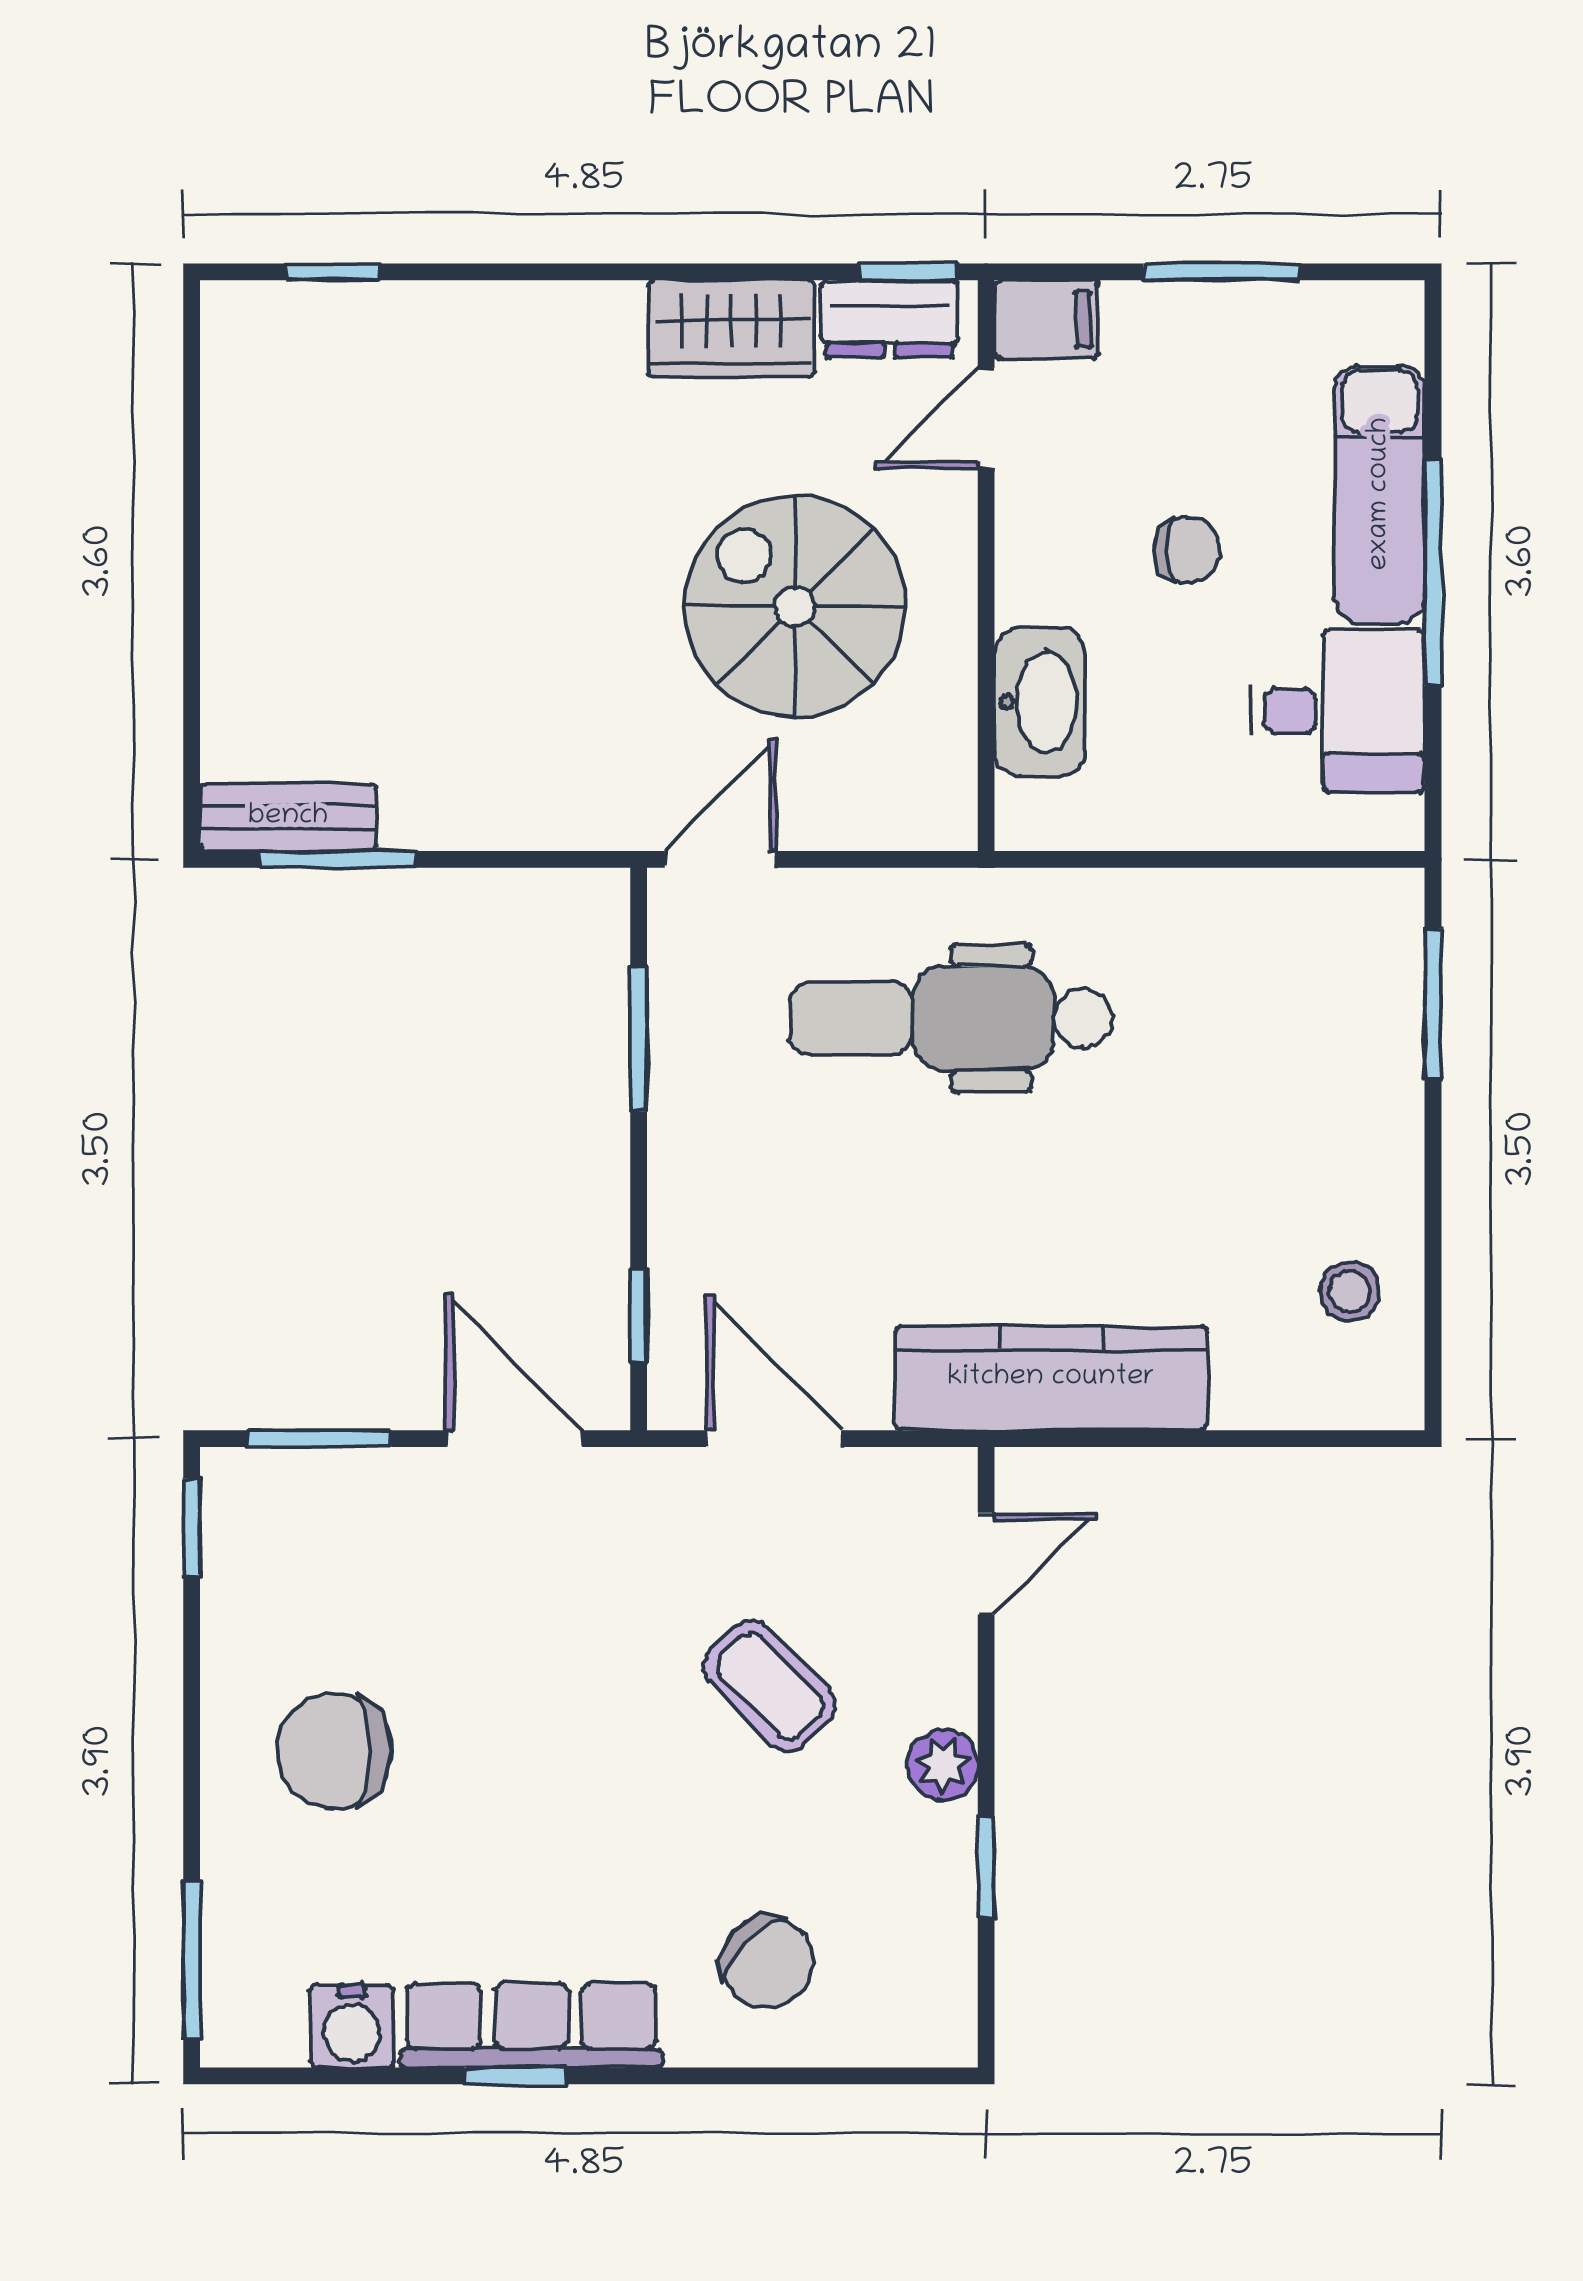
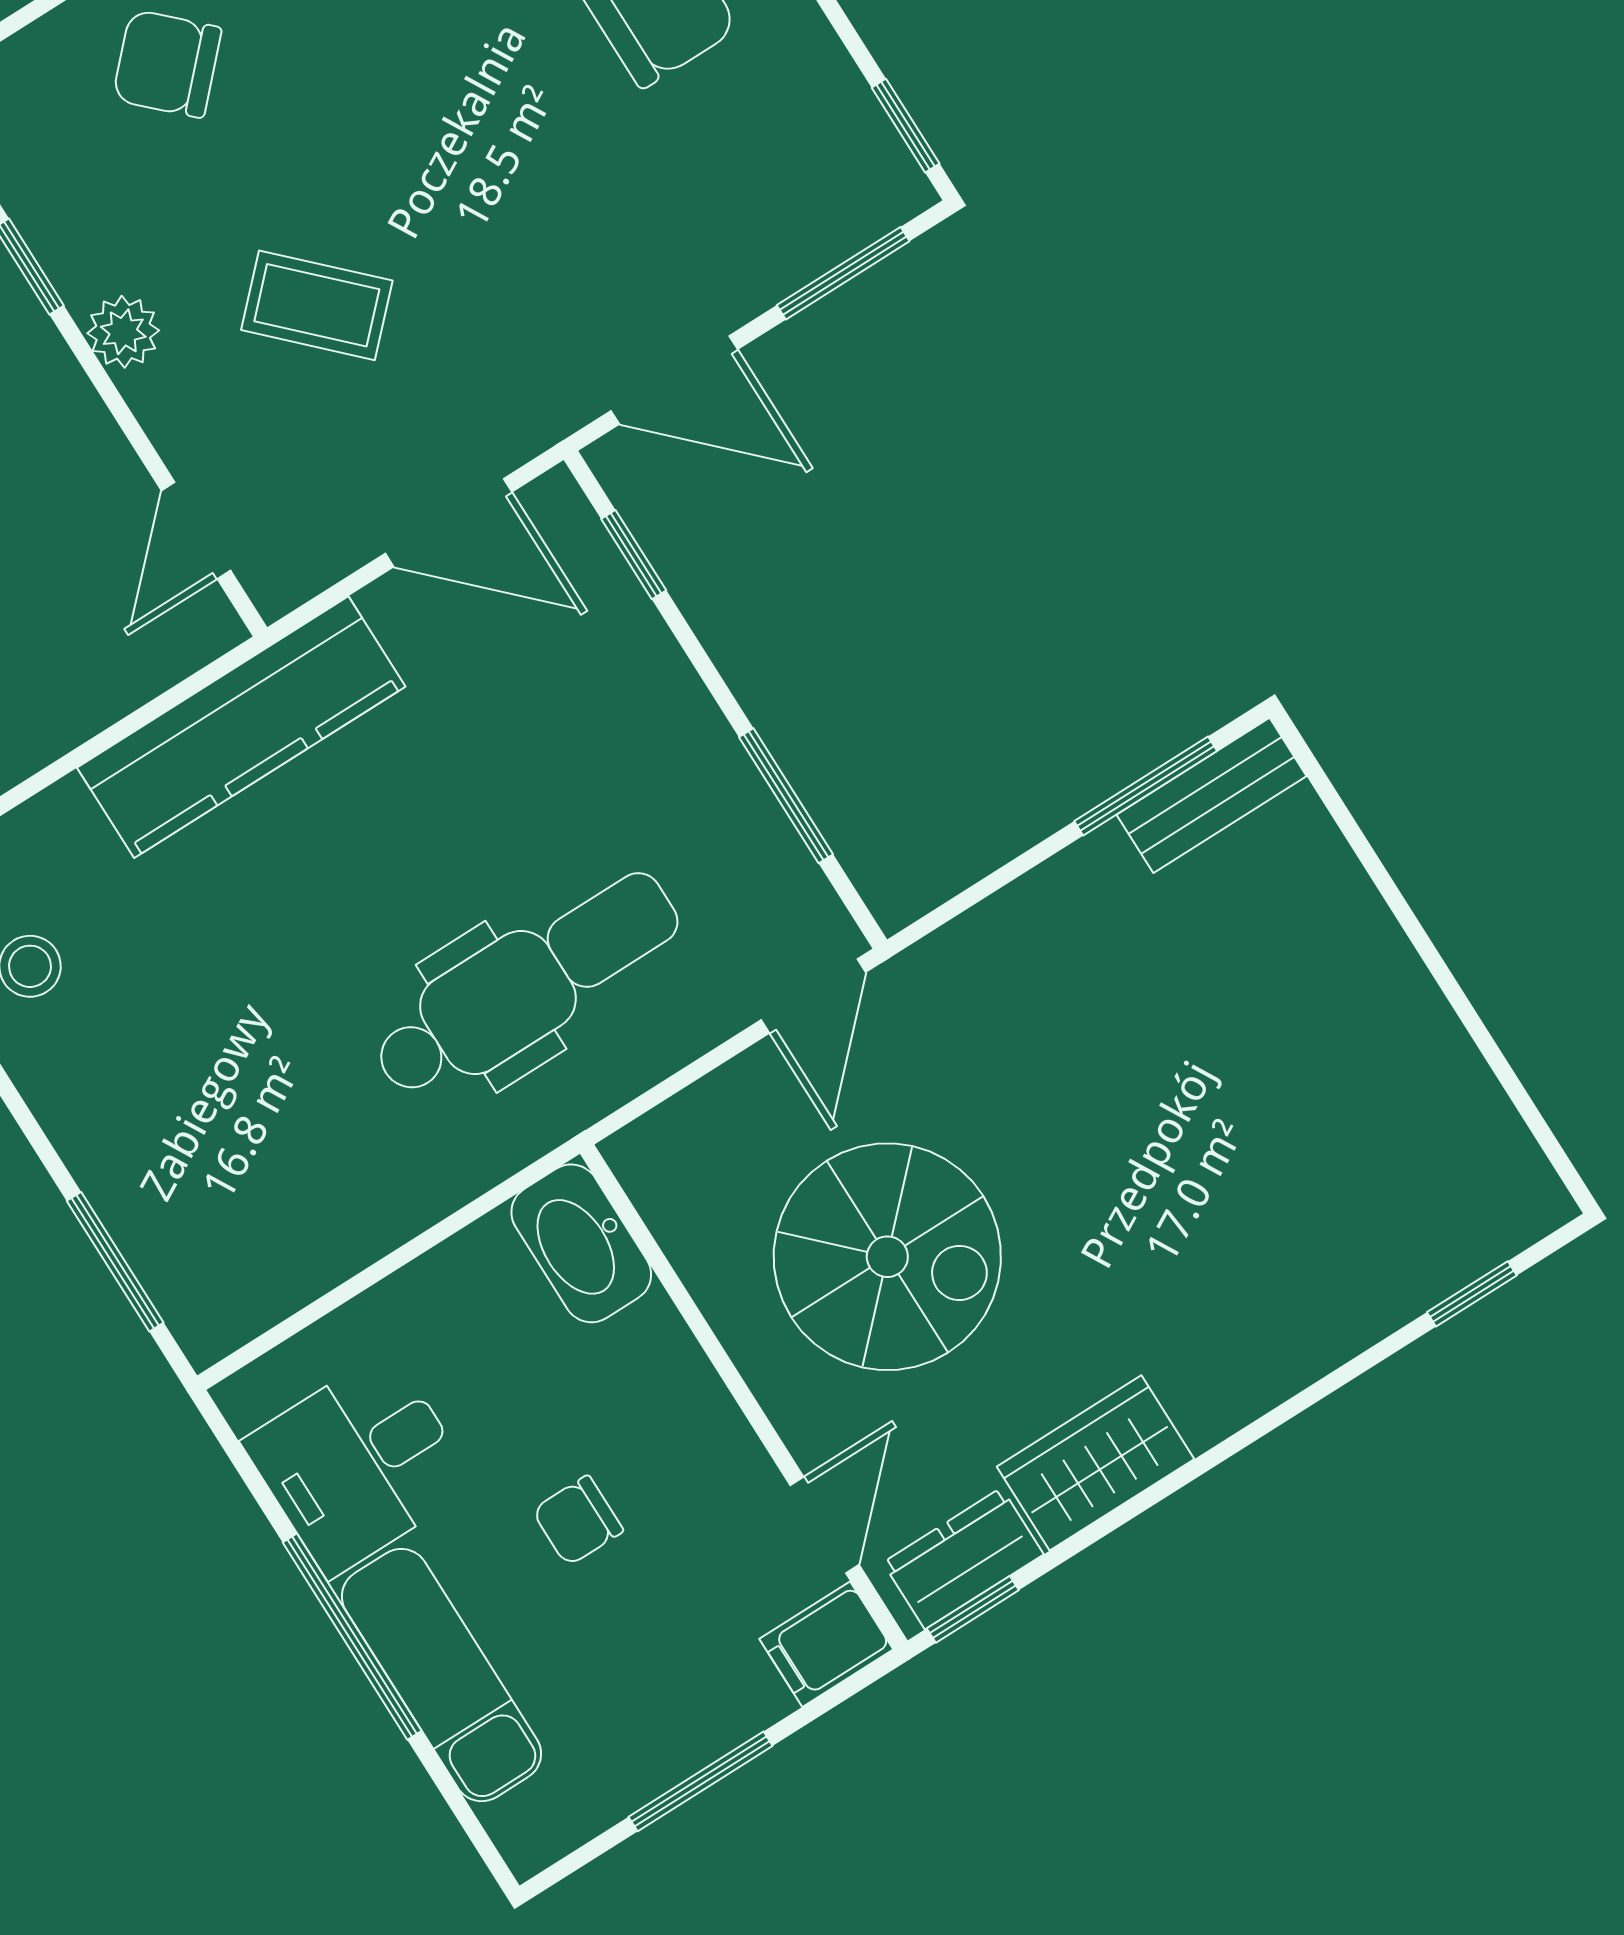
washbasin: (1040, 702) -> (581, 1243), moved

